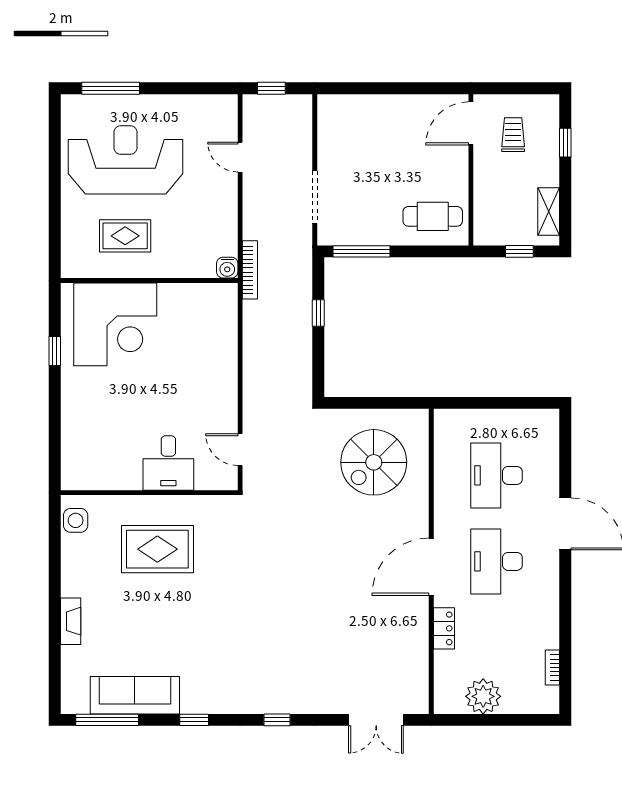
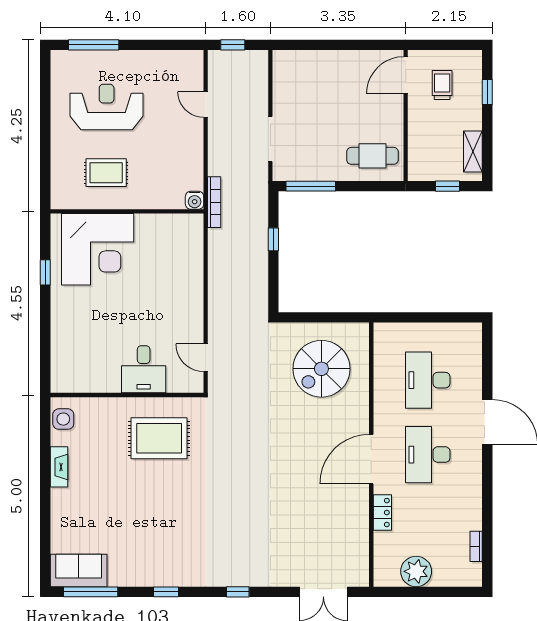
reception desk: (126, 160) -> (107, 107), width x0.74, depth x0.77
rug: (157, 549) -> (159, 438), moved
fireplace: (71, 621) -> (59, 467), moved
sofa: (135, 695) -> (79, 570), moved, width x0.73

